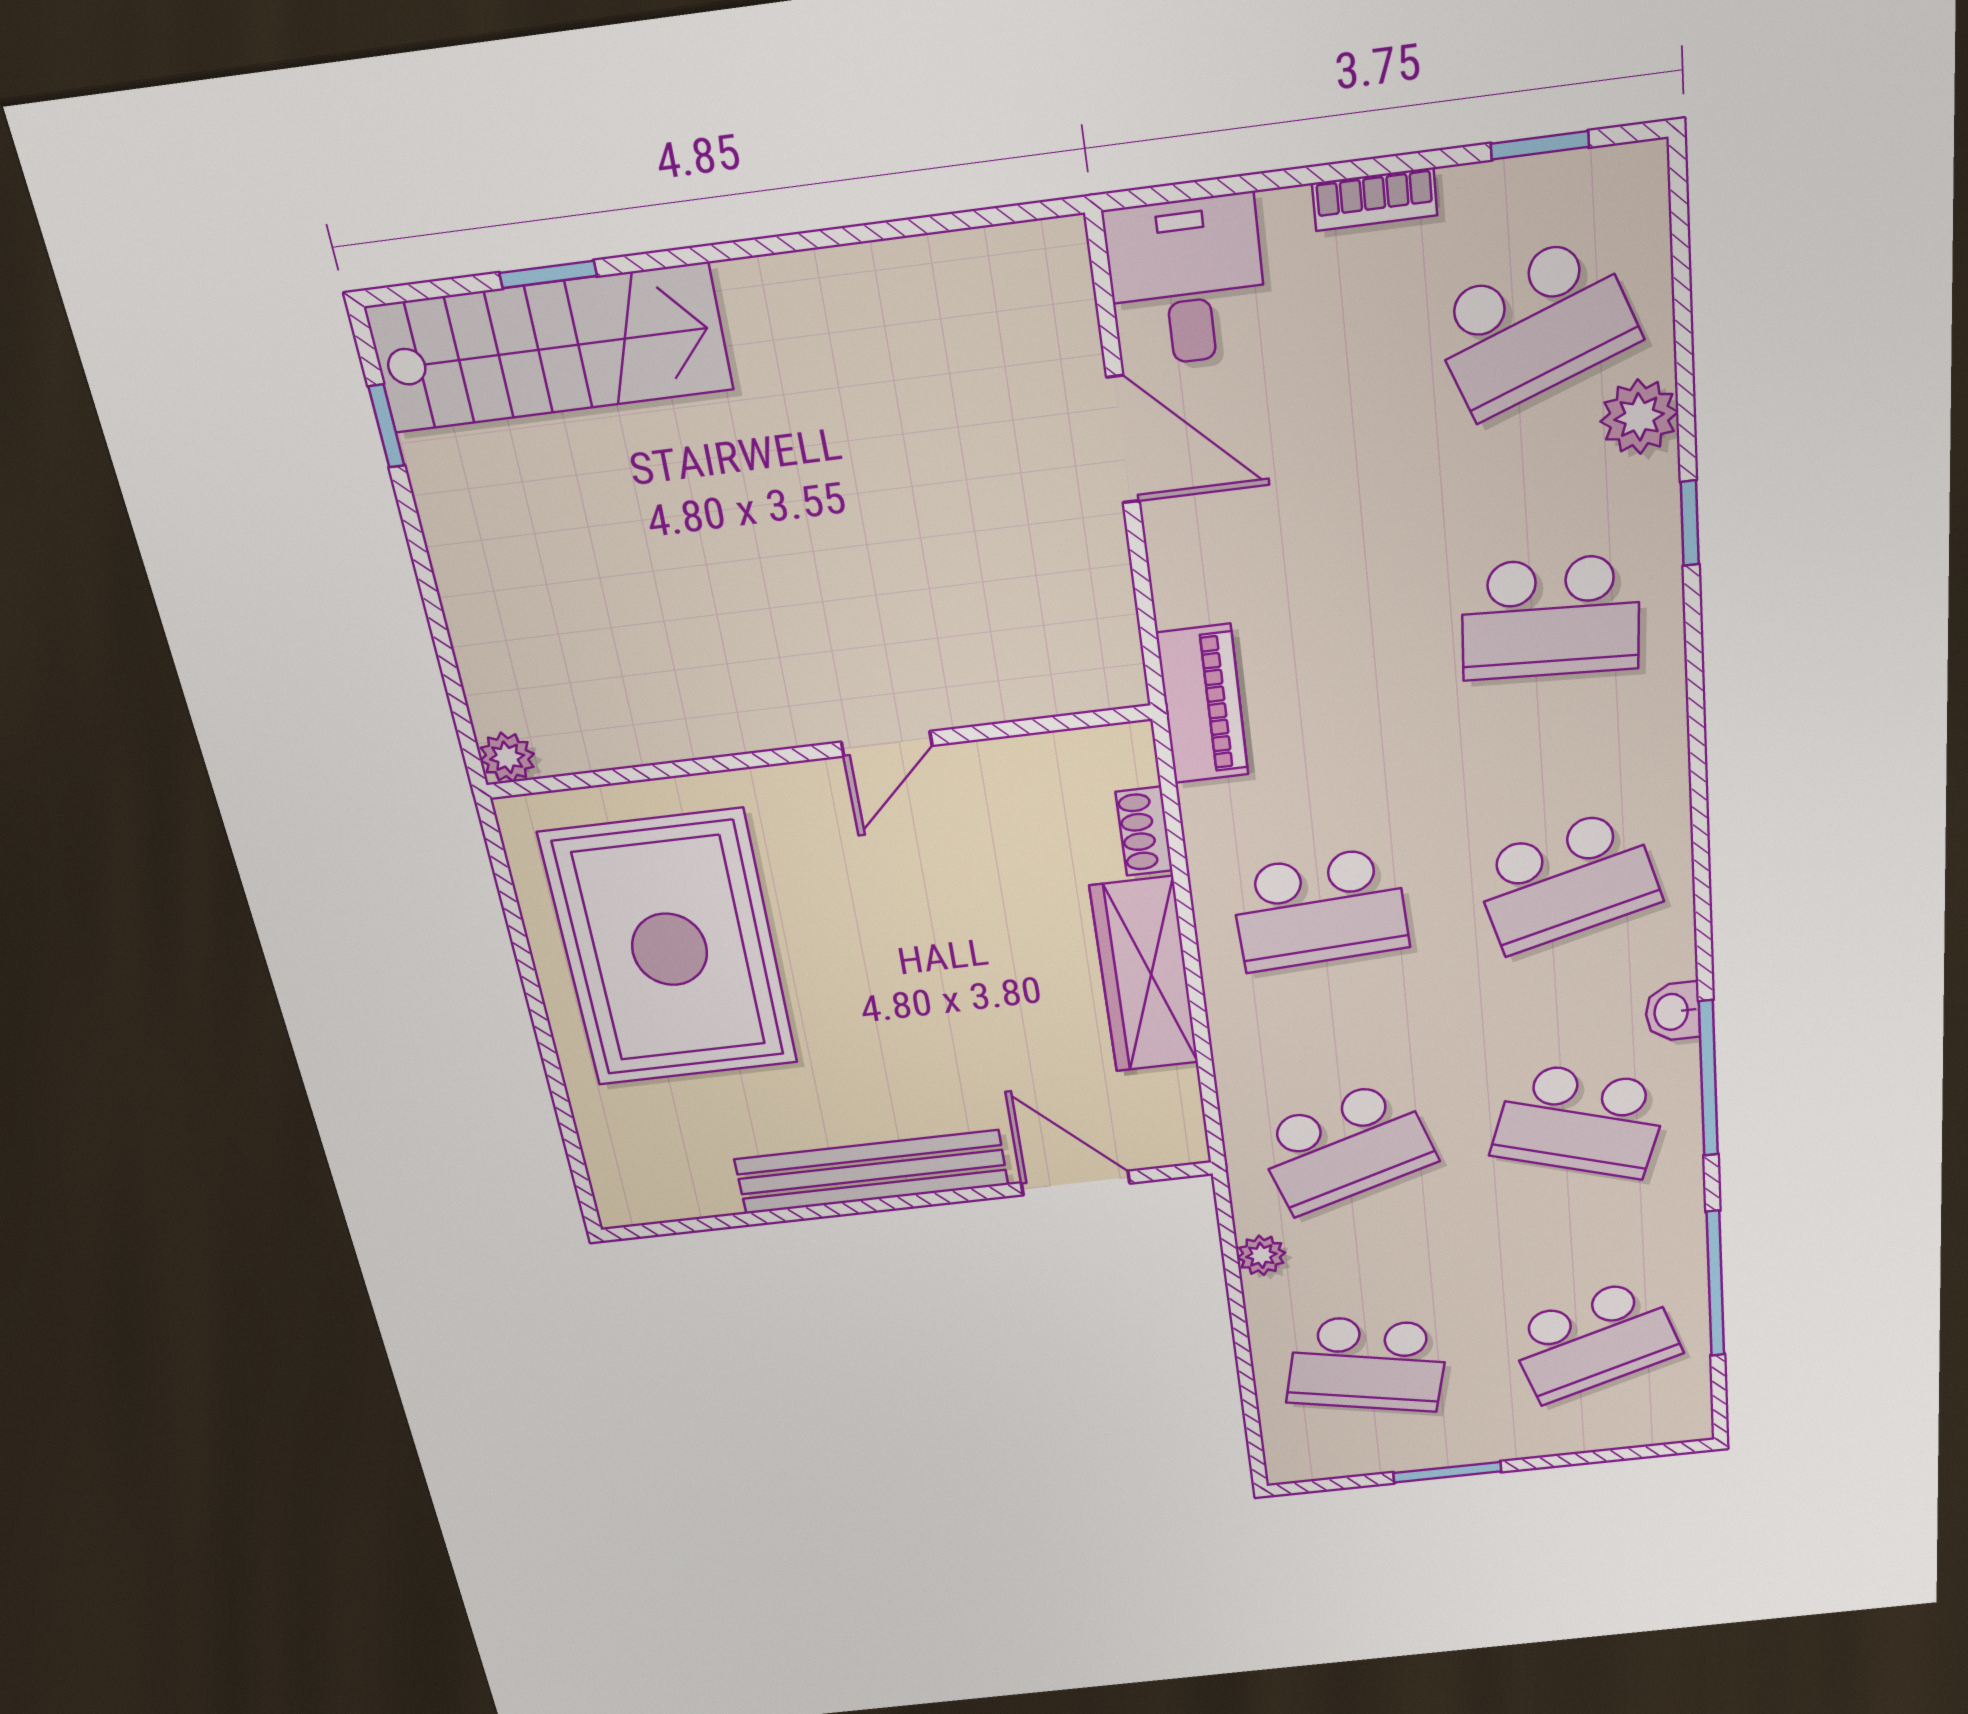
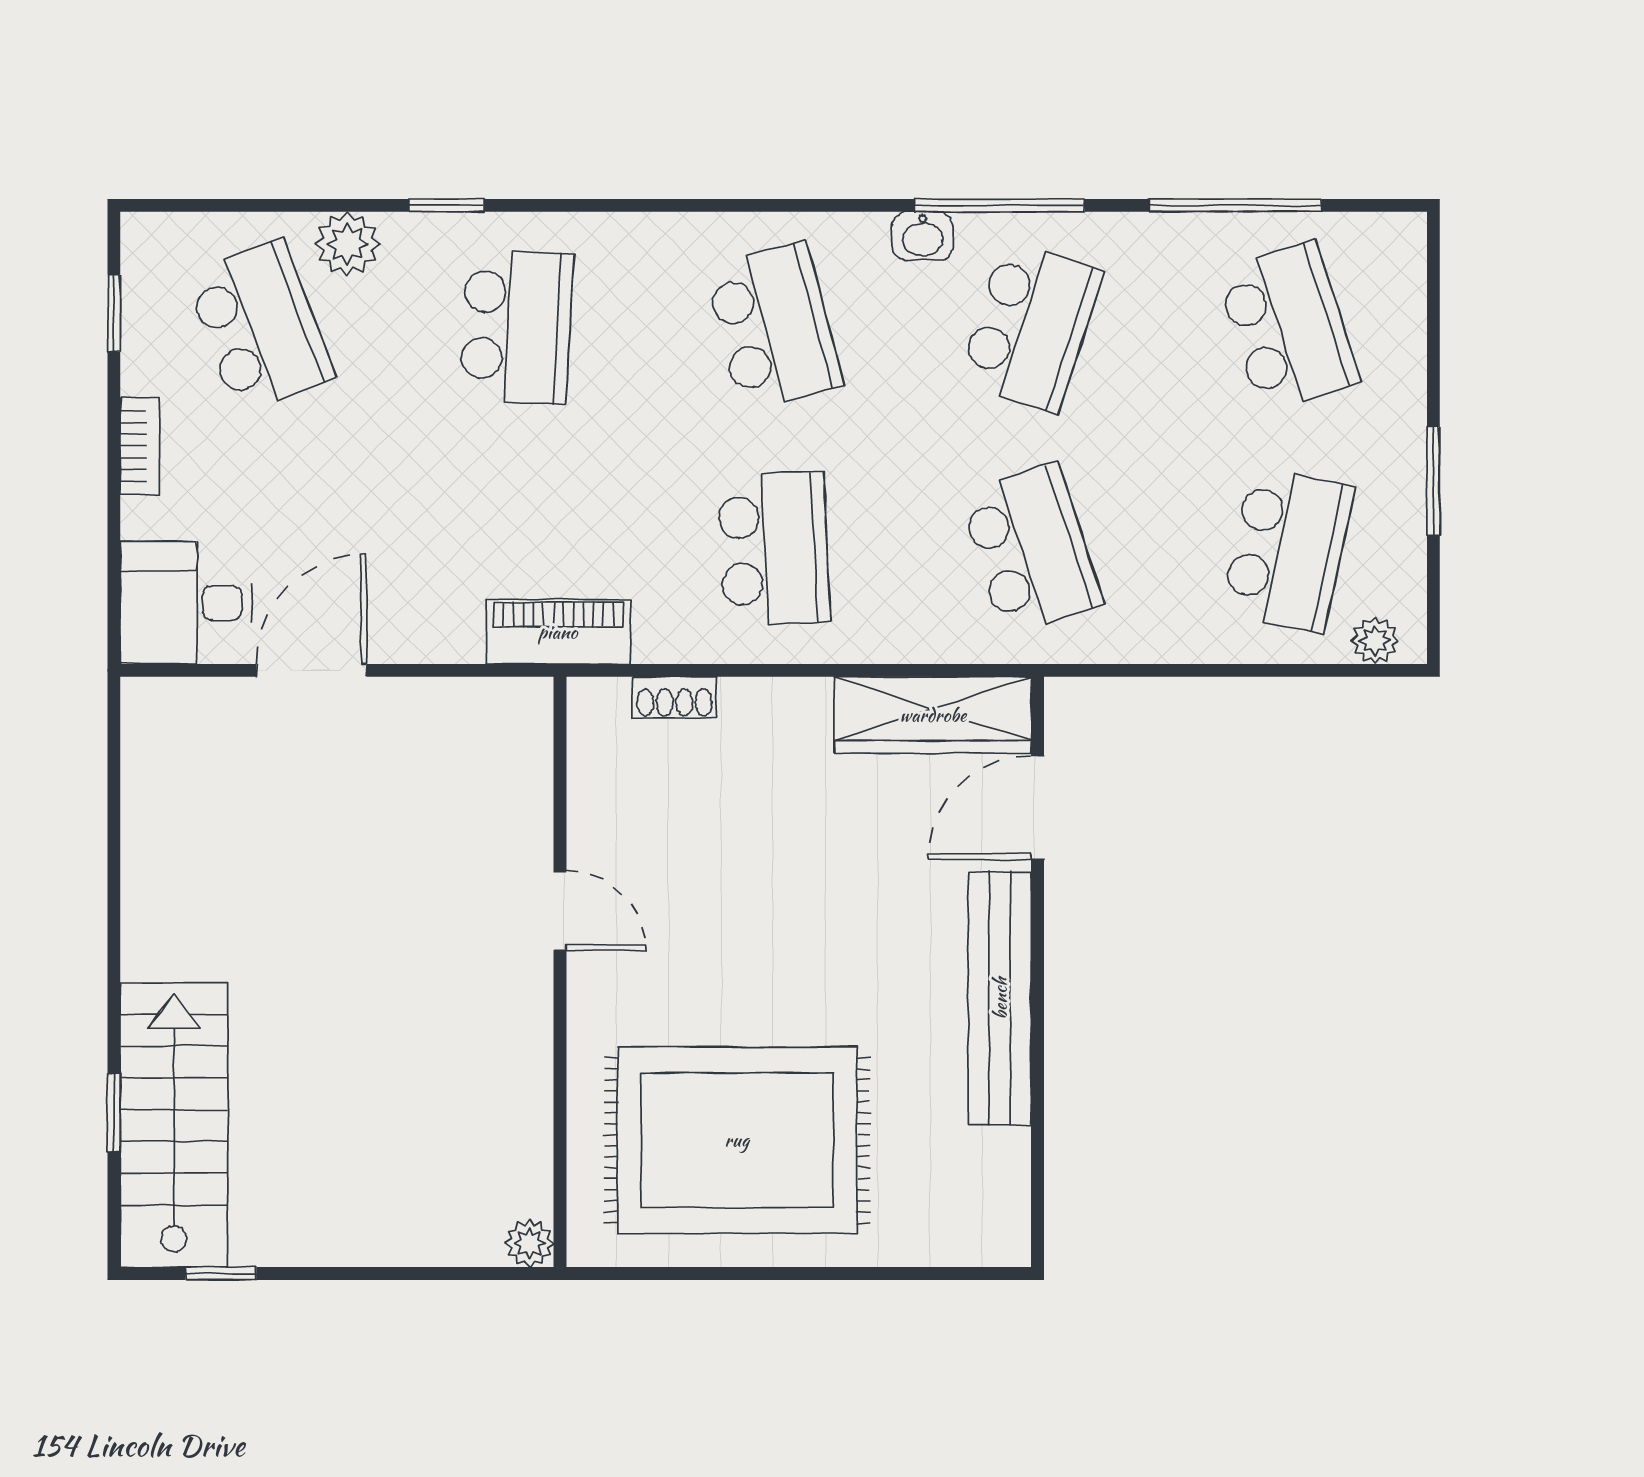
wardrobe: (1144, 975) -> (933, 715), moved
plant: (1261, 1255) -> (1375, 641), moved

